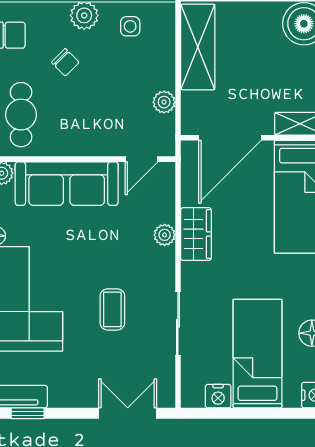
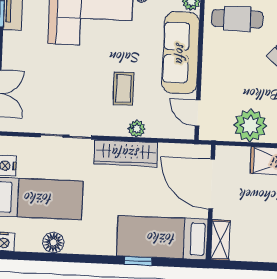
plant: (164, 102) -> (250, 126), width x1.88, depth x1.88
wardrobe: (196, 234) -> (126, 153), width x1.50
coffee table: (112, 309) -> (124, 89), moved, turned 90

